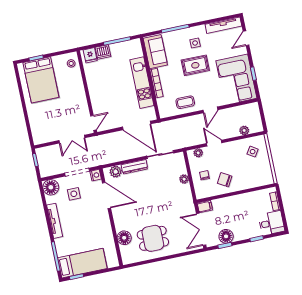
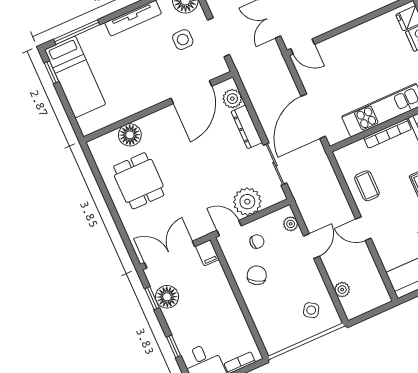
nightstand: (96, 175) -> (220, 68), removed
plant: (184, 179) -> (247, 202), width x1.87, depth x1.87
door: (193, 190) -> (229, 228), added

